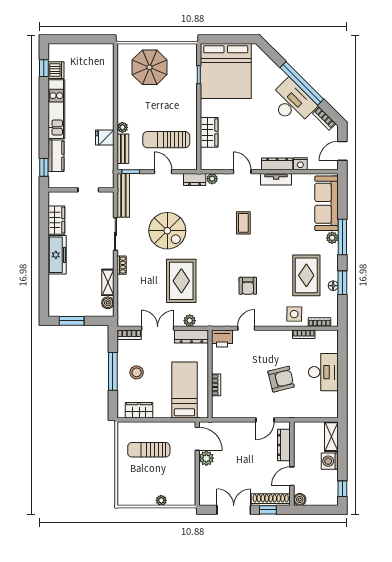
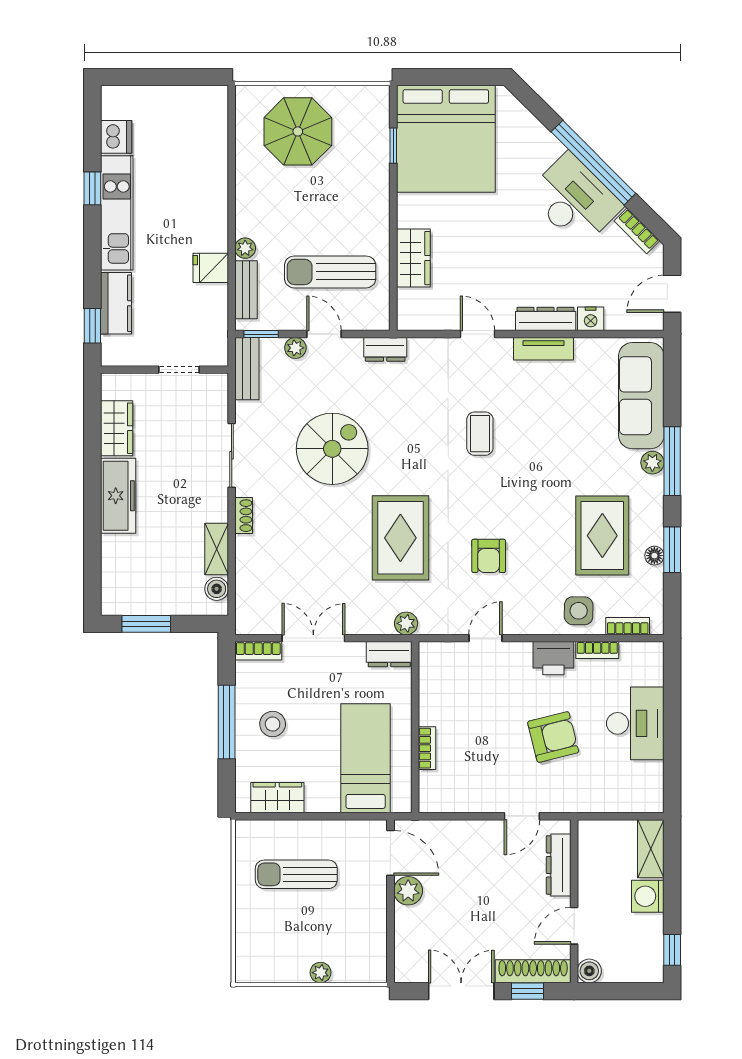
window: (44, 68) -> (92, 188), moved
plant: (212, 179) -> (295, 348), moved
bench: (123, 195) -> (247, 369), width x0.73
spiral stairs: (167, 231) -> (332, 449), turned -90
rug: (181, 281) -> (400, 538), moved
plant: (190, 321) -> (406, 623), moved
dresser: (191, 336) -> (389, 654), width x0.70
printer: (222, 338) -> (553, 658), moved

